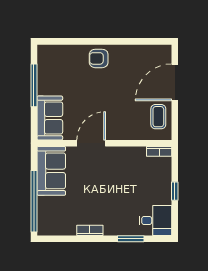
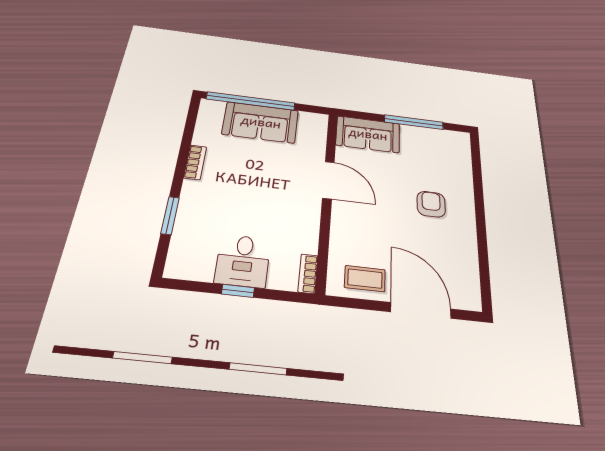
armchair: (99, 58) -> (431, 204), moved
sofa: (51, 171) -> (261, 122), moved
desk: (155, 220) -> (243, 261), moved

